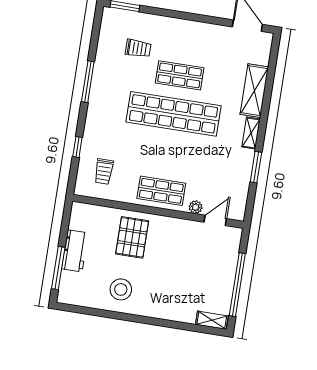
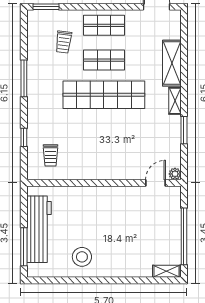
trolley: (138, 48) -> (64, 42), turned 97
shop shelf: (161, 191) -> (104, 25), moved
plant: (196, 207) -> (175, 174), moved
pallet: (132, 237) -> (85, 209), removed
workbench: (75, 251) -> (39, 229), width x1.88, depth x1.32

